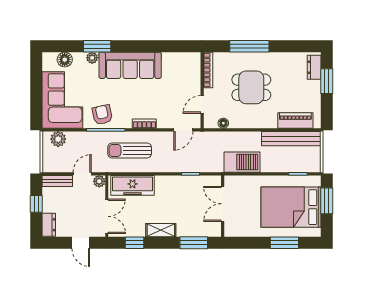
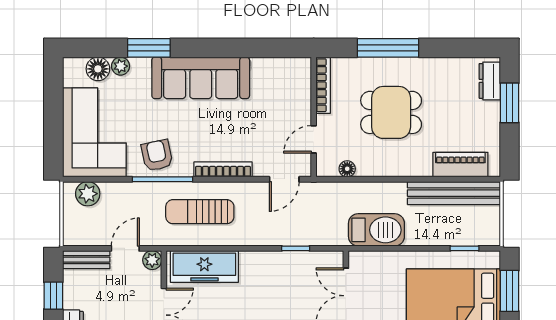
plant: (92, 58) -> (121, 66), moved
bookcase: (144, 124) -> (223, 169), width x1.56

